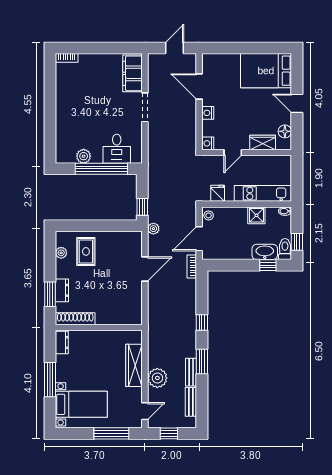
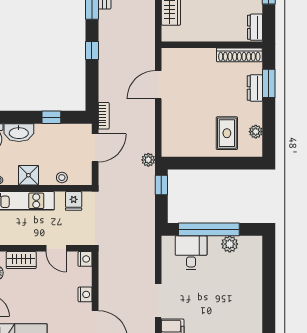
door: (233, 153) -> (56, 248), swing flipped
stool: (209, 215) -> (62, 178), moved
window: (268, 265) -> (51, 117), moved
door: (145, 269) -> (158, 85), moved

